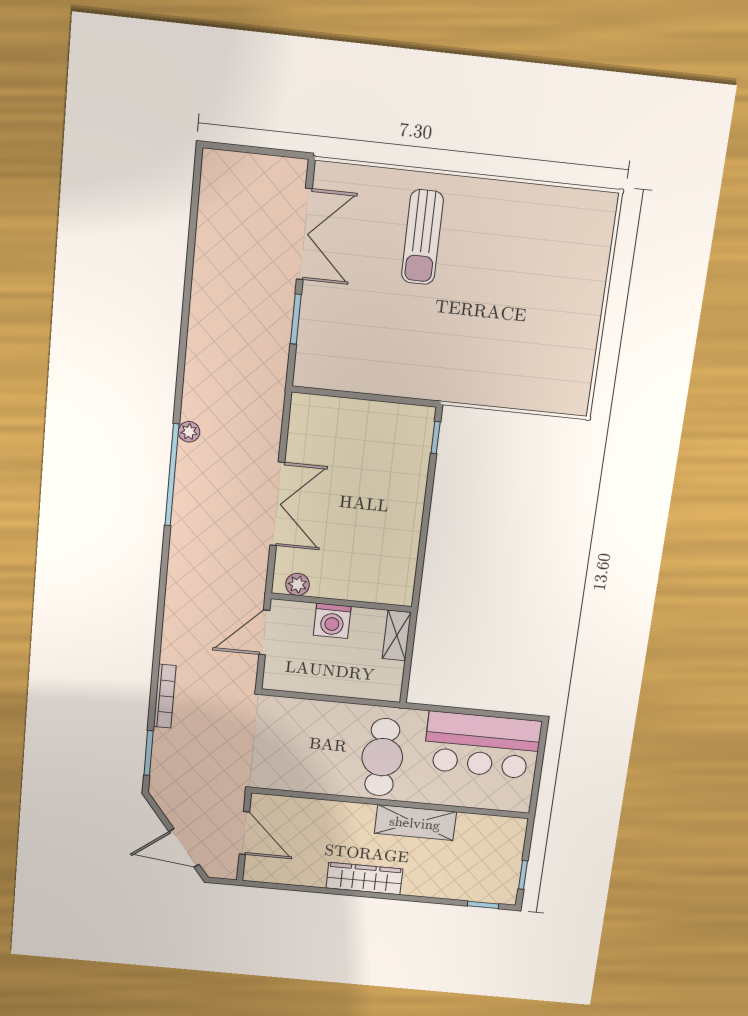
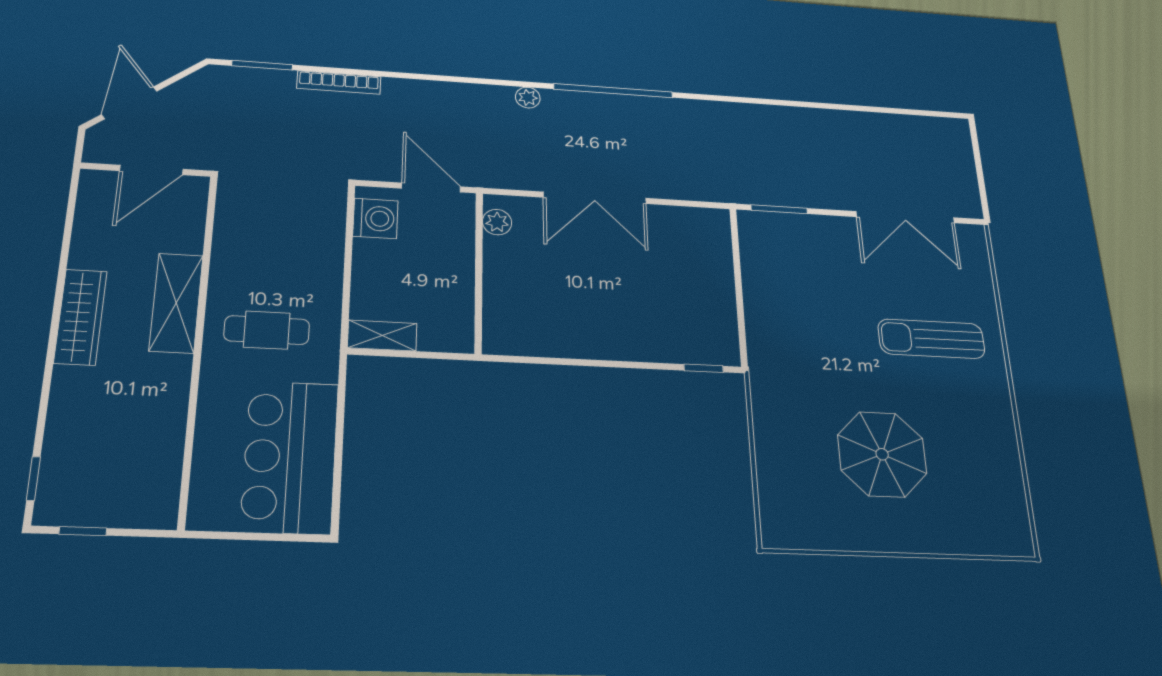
parasol: (521, 304) -> (882, 454), added
window: (296, 319) -> (779, 209), moved
plant: (189, 432) -> (528, 98), moved
washing machine: (332, 621) -> (375, 218), moved, turned 180
shelving: (397, 635) -> (382, 335), moved
cafe table: (382, 757) -> (267, 330), width x0.73, depth x0.74
shelving: (415, 823) -> (176, 303), moved

